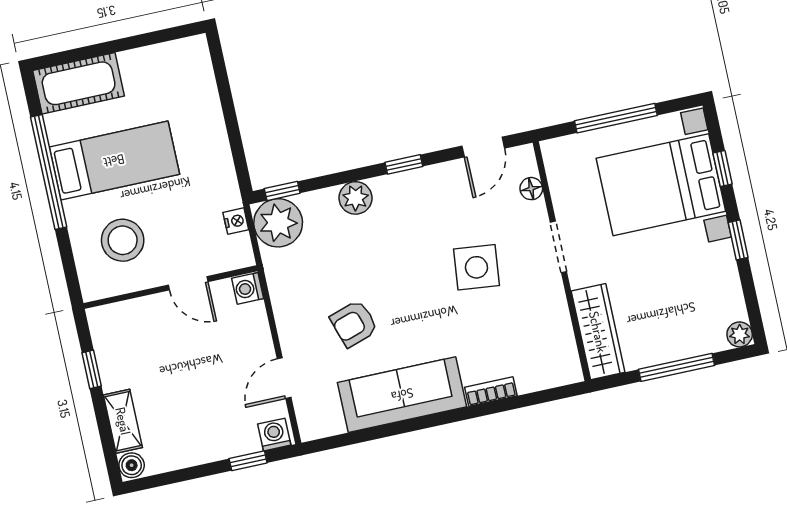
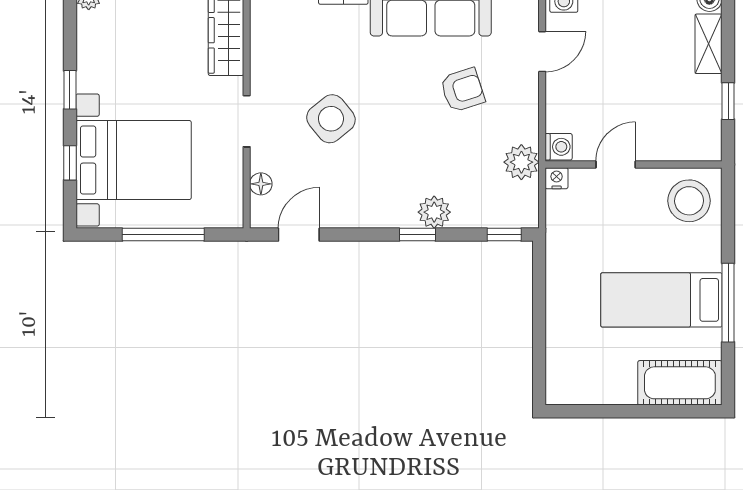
window: (404, 164) -> (417, 235), moved
window: (49, 172) -> (728, 303), width x0.68
nightstand: (236, 221) -> (557, 178), moved, turned 90
plant: (278, 223) -> (521, 162), moved, width x0.73, depth x0.73
stool: (123, 240) -> (689, 201), moved
side table: (476, 267) -> (331, 119), turned 45
door: (188, 283) -> (616, 164), hinge flipped

